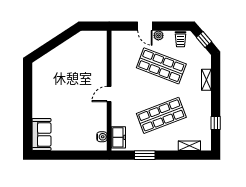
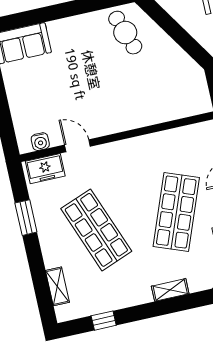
cafe table: (49, 72) -> (125, 33), added
door: (109, 94) -> (77, 146), moved

